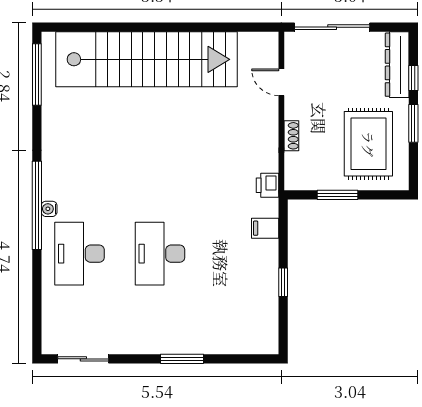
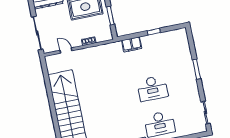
door: (281, 82) -> (66, 50), swing flipped
printer: (268, 185) -> (113, 47), removed
filing cabinet: (265, 228) -> (132, 44), width x2.00

